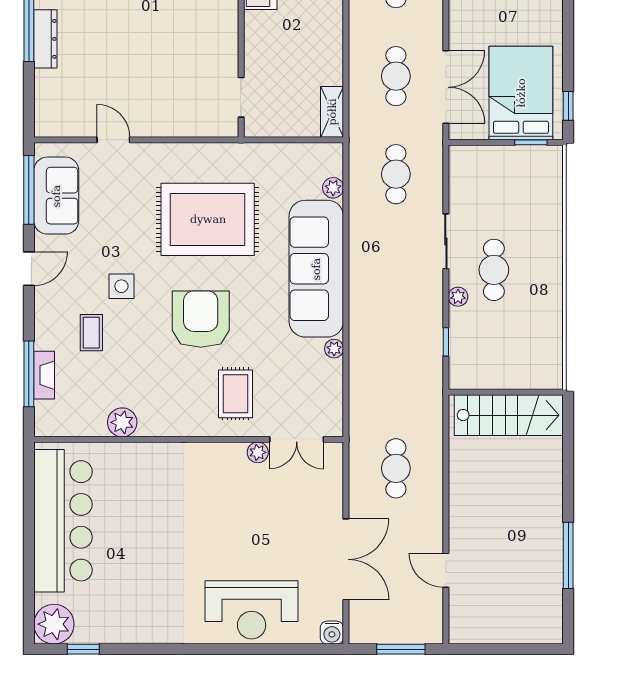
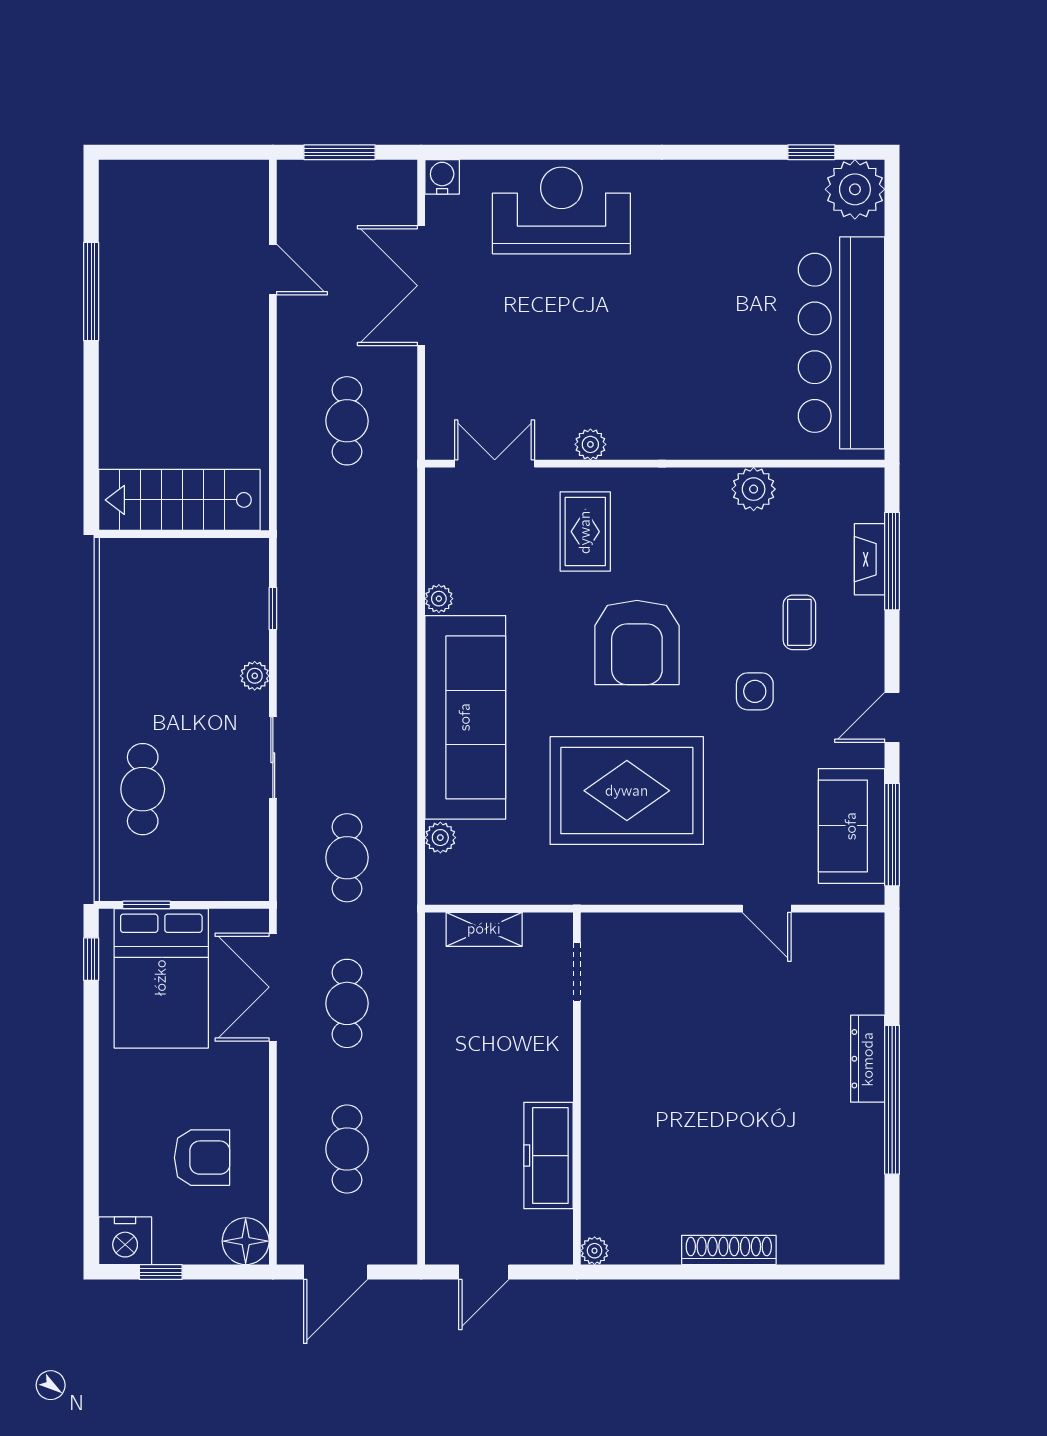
shelving: (332, 112) -> (484, 929), moved, turned 90
cafe table: (494, 270) -> (143, 789), moved
plant: (258, 452) -> (590, 444), moved

